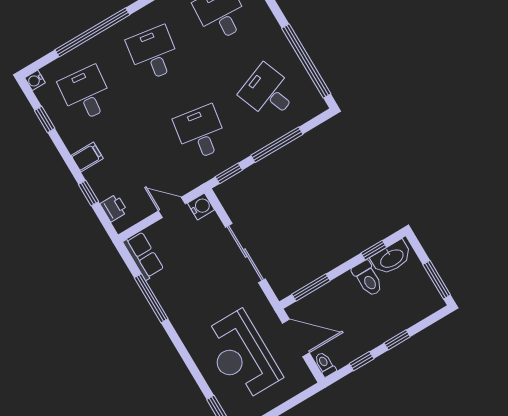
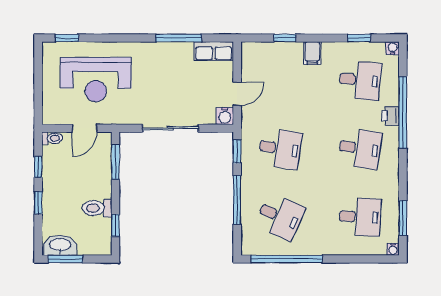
desk: (268, 92) -> (280, 217), turned 45
printer: (114, 208) -> (391, 116), moved, turned 90
washbasin: (392, 258) -> (60, 245), moved, turned 90
door: (296, 338) -> (85, 128), width x0.73
reception desk: (241, 356) -> (96, 80), turned 180

